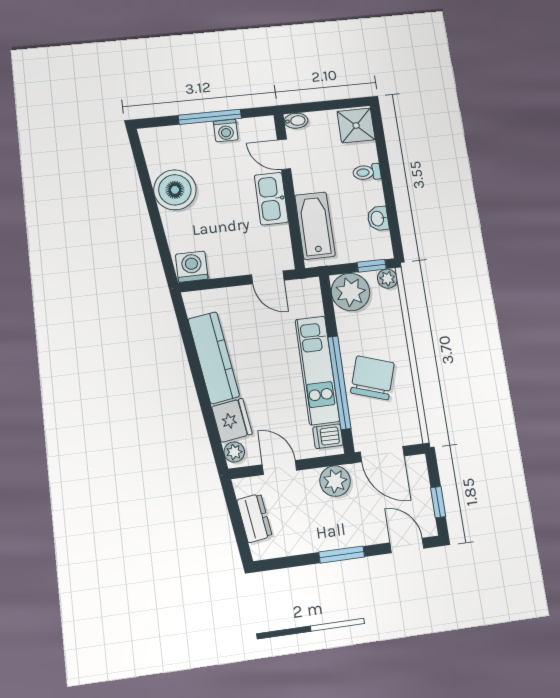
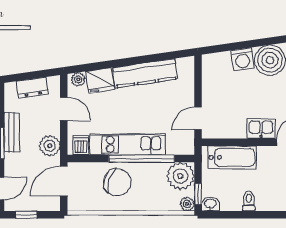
toilet: (367, 172) -> (249, 201), moved
kitchen sink: (271, 199) -> (261, 129), width x0.73
washbasin: (378, 218) -> (210, 204), moved
washing machine: (192, 267) -> (243, 59), moved, turned 82
window: (339, 382) -> (142, 159), moved
door: (279, 467) -> (64, 109), hinge flipped
bench: (324, 540) -> (12, 132), added

